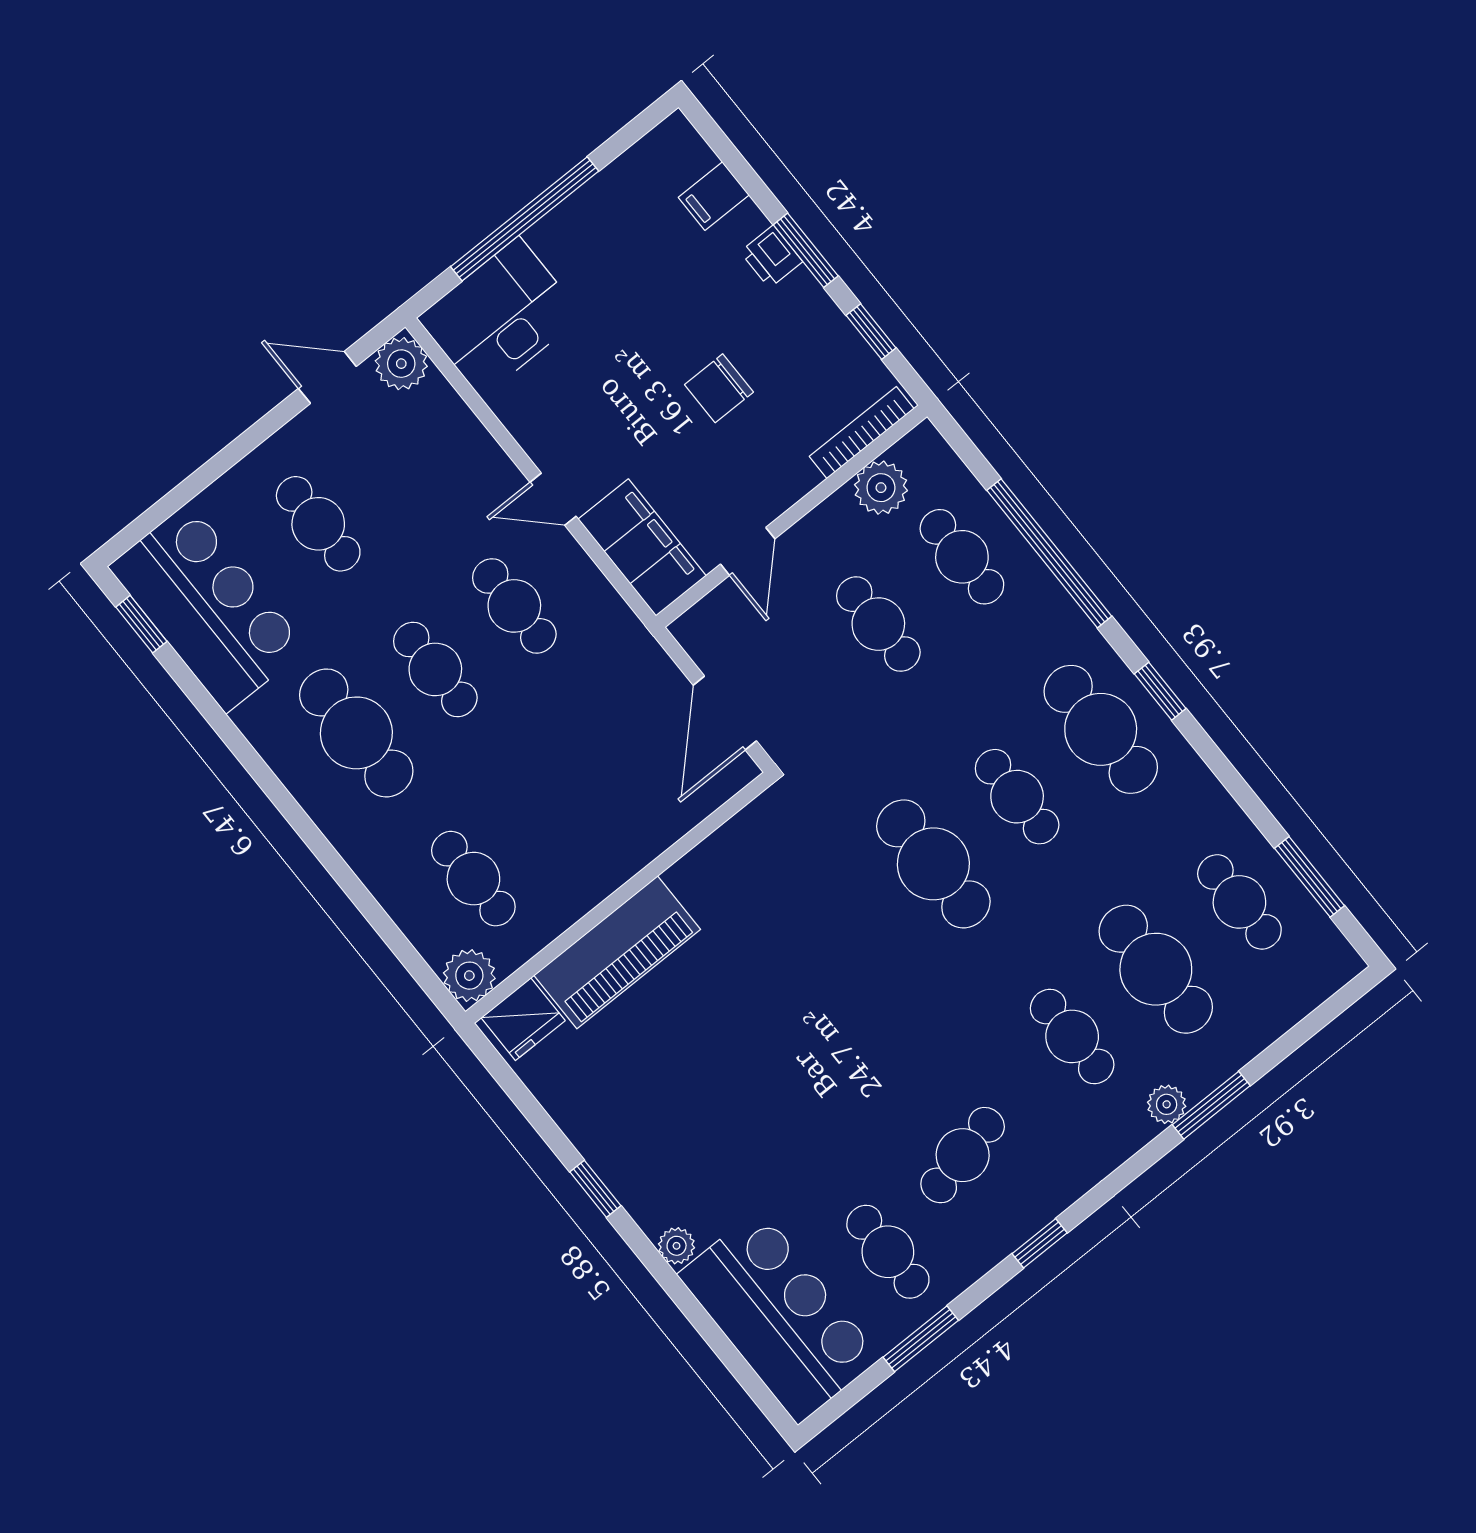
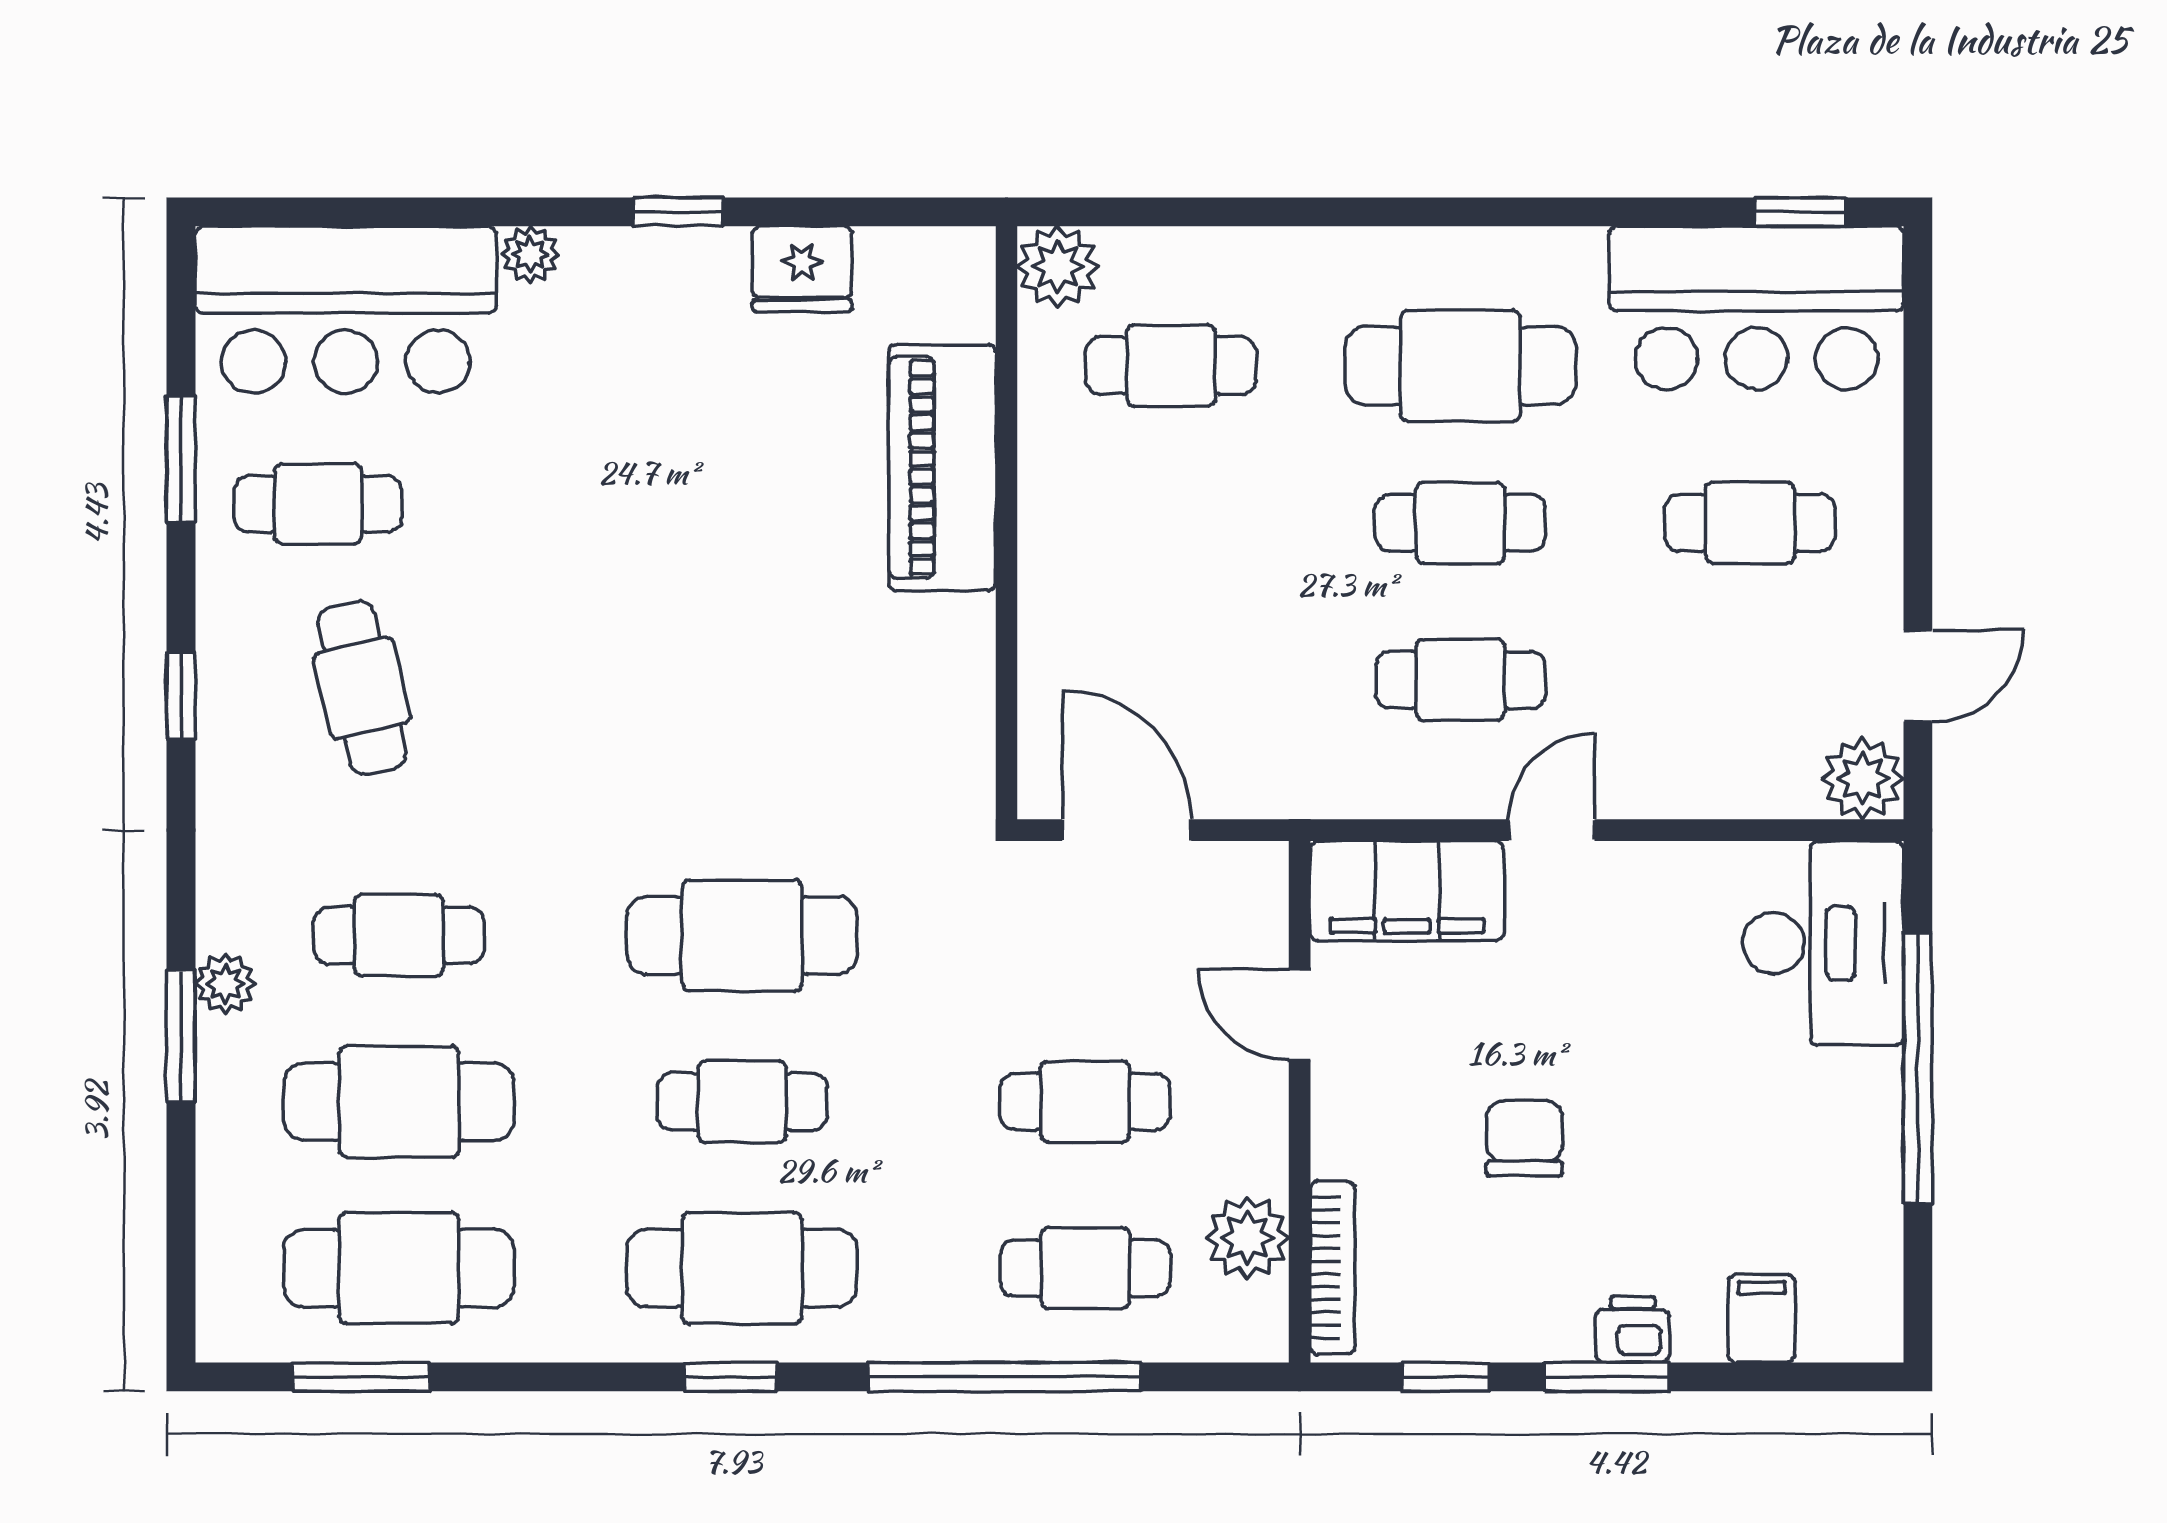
cafe table: (1239, 902) -> (399, 1268), width x1.37, depth x1.35
fridge: (523, 1019) -> (802, 269), moved, turned -90

